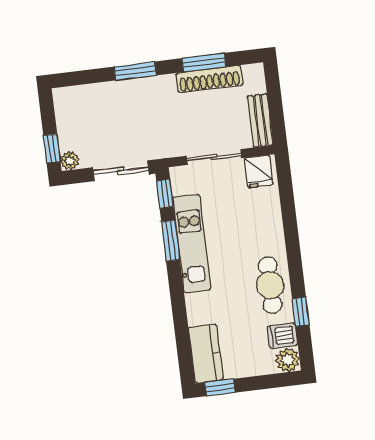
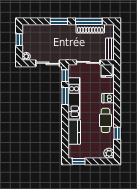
window: (204, 63) -> (89, 21), width x1.44
window: (52, 148) -> (19, 40), moved
dishwasher: (282, 336) -> (108, 98), moved
kitchen counter: (206, 354) -> (74, 132), moved

